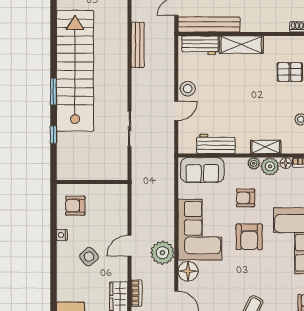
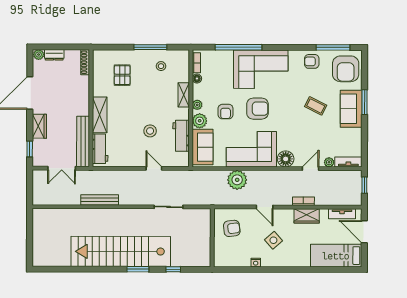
stool: (188, 89) -> (150, 131), moved
plant: (270, 166) -> (200, 121), moved
armchair: (75, 206) -> (232, 228), moved, turned -97
plant: (162, 253) -> (237, 180), moved

